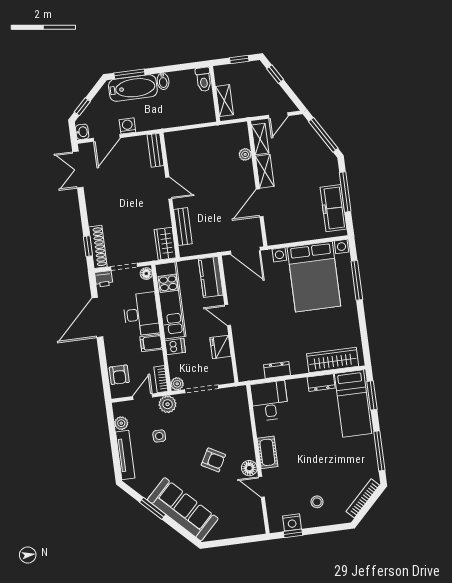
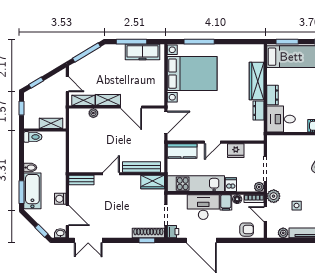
bench: (183, 227) -> (142, 167), width x1.36
floor lamp: (146, 274) -> (237, 199), moved
wardrobe: (333, 360) -> (257, 81), moved
dresser: (321, 383) -> (272, 95), moved

